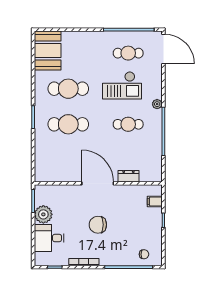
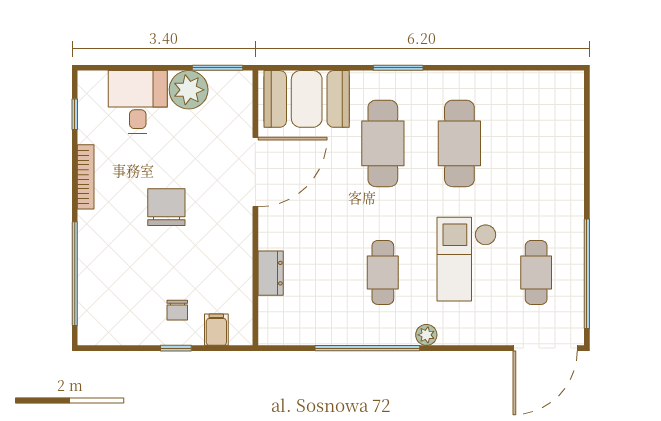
booth: (48, 50) -> (307, 99), moved
door: (98, 183) -> (255, 172), moved
chair: (144, 254) -> (177, 310), moved

